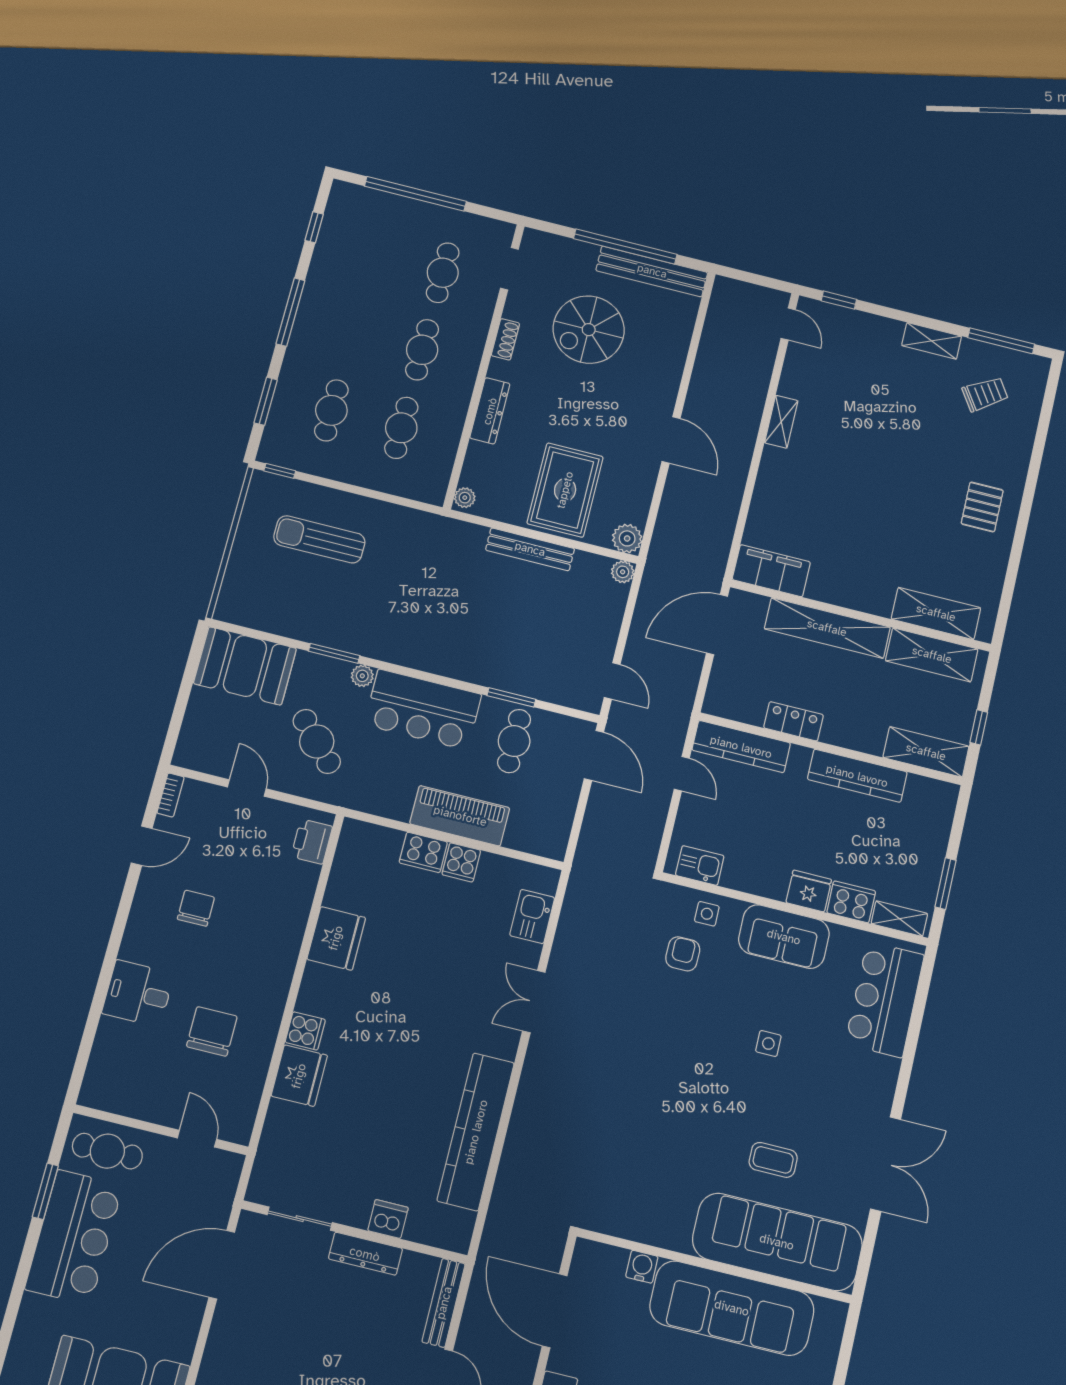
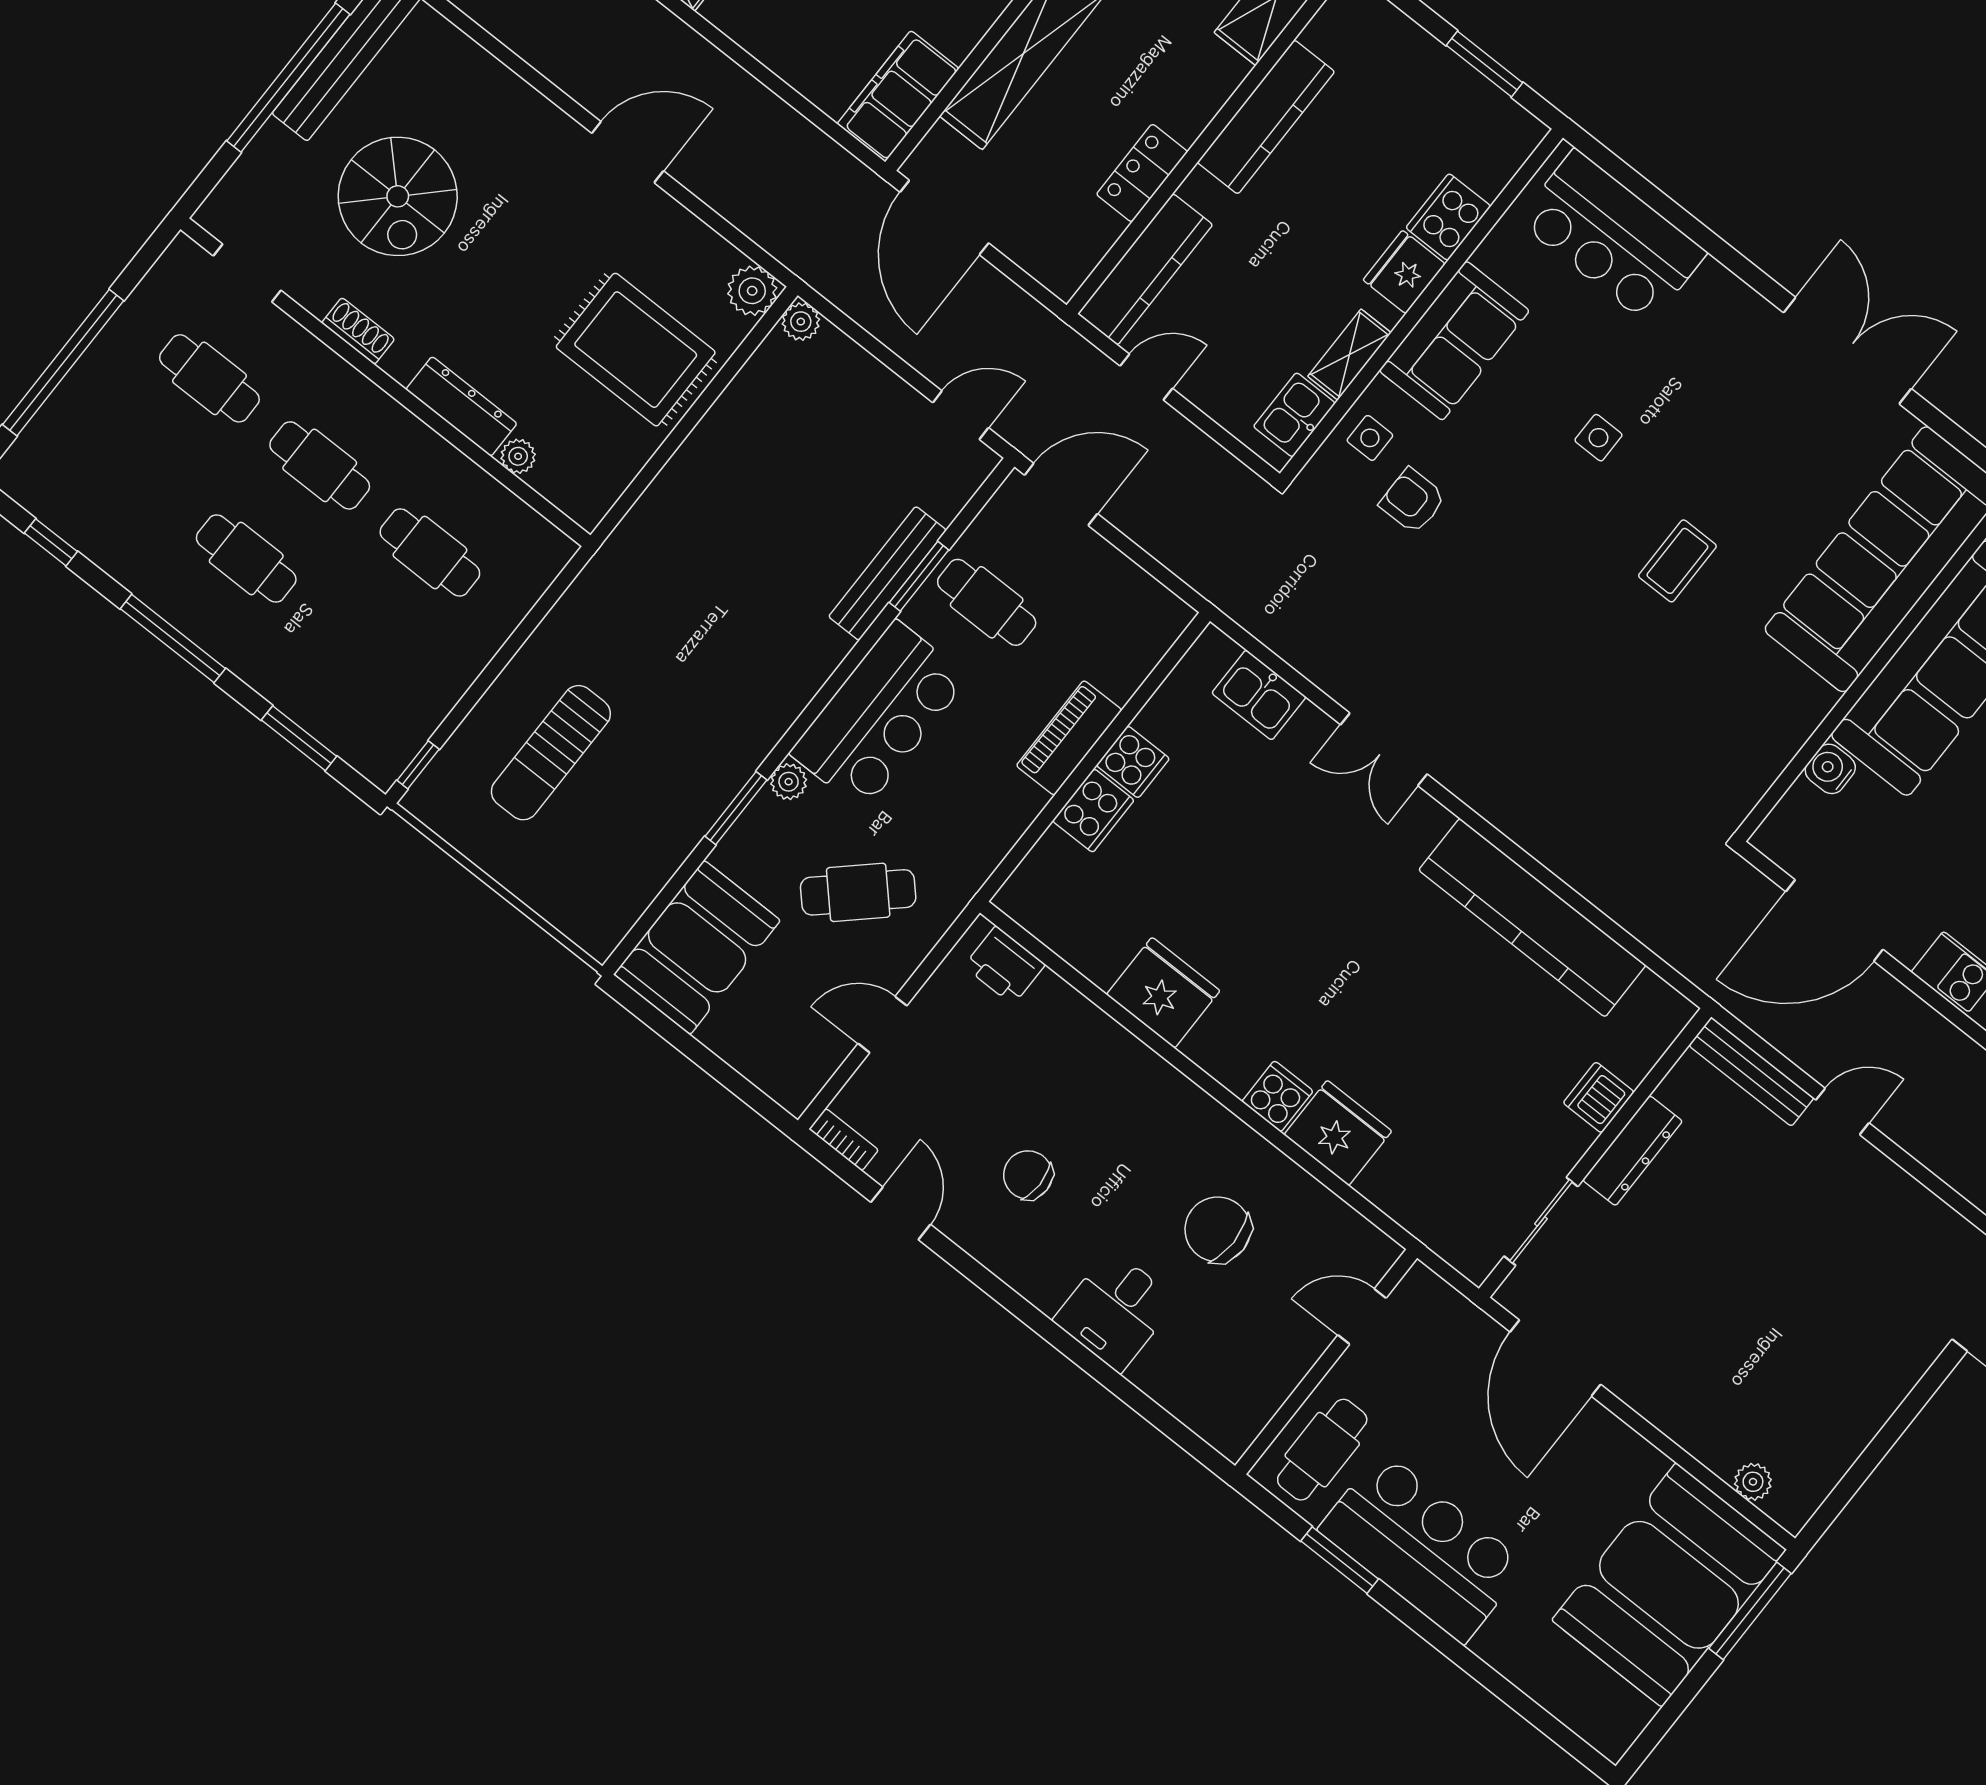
cafe table: (331, 410) -> (246, 558), moved
plant: (465, 498) -> (518, 456), moved
bench: (530, 549) -> (887, 573), moved
piano: (460, 816) -> (1069, 738), width x0.73, depth x0.75
shelving: (899, 919) -> (1349, 355), moved
coffee table: (773, 1160) -> (1677, 561), moved

